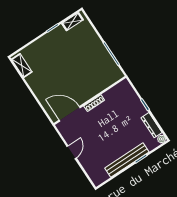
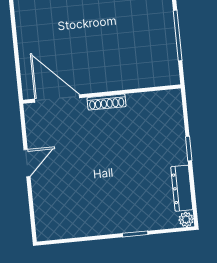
bench: (127, 160) -> (111, 224), removed

